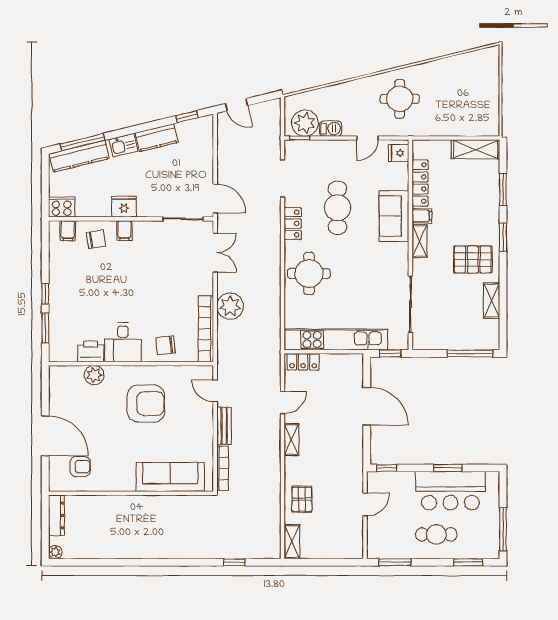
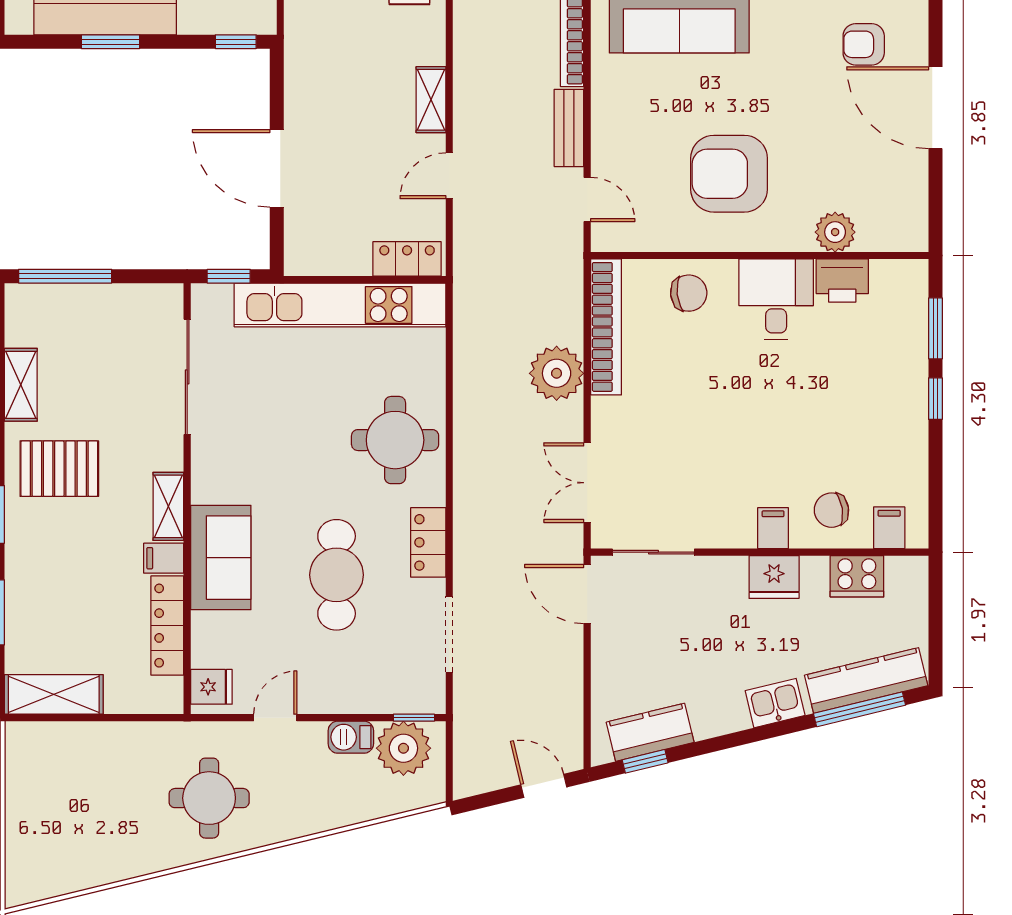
kitchen counter: (156, 138) -> (650, 732), moved
cooker: (62, 207) -> (857, 576), moved

